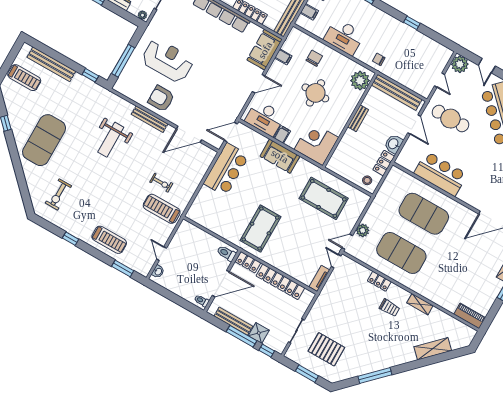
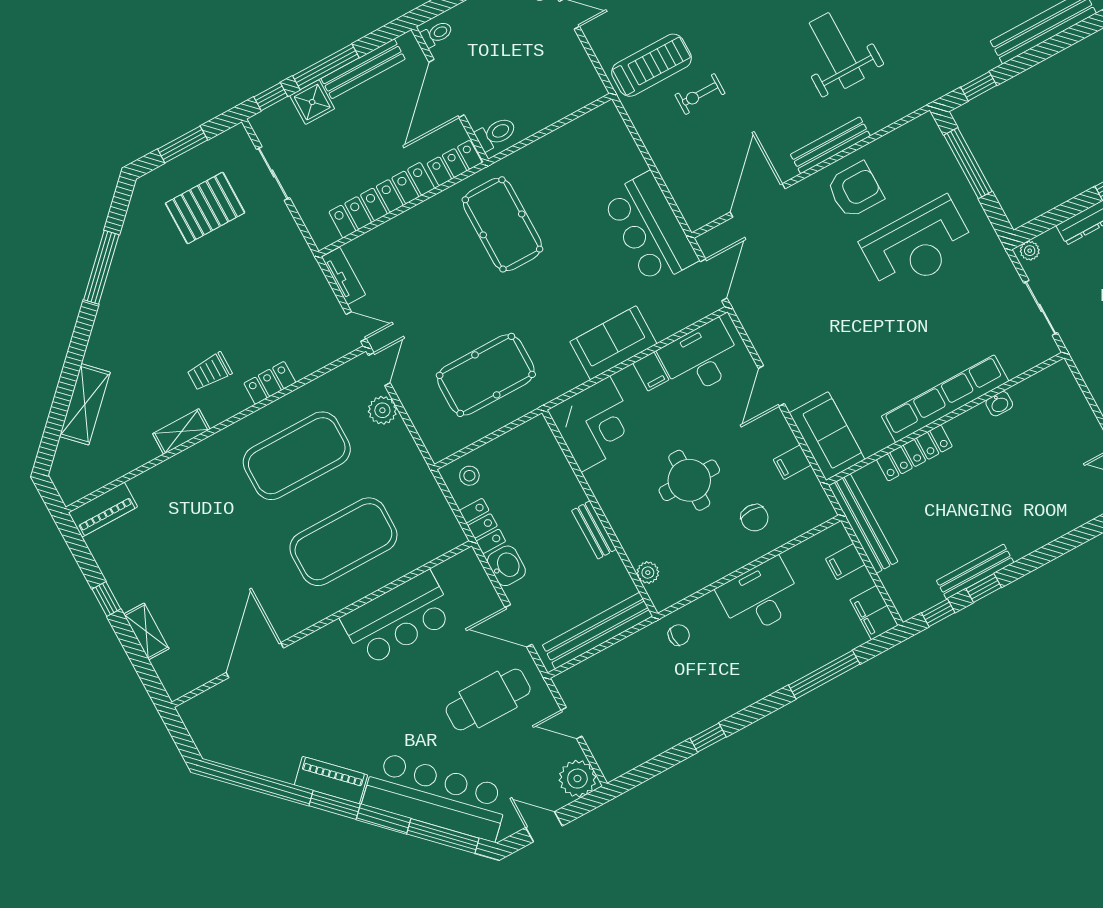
plant: (360, 81) -> (648, 573), width x0.53, depth x0.53

